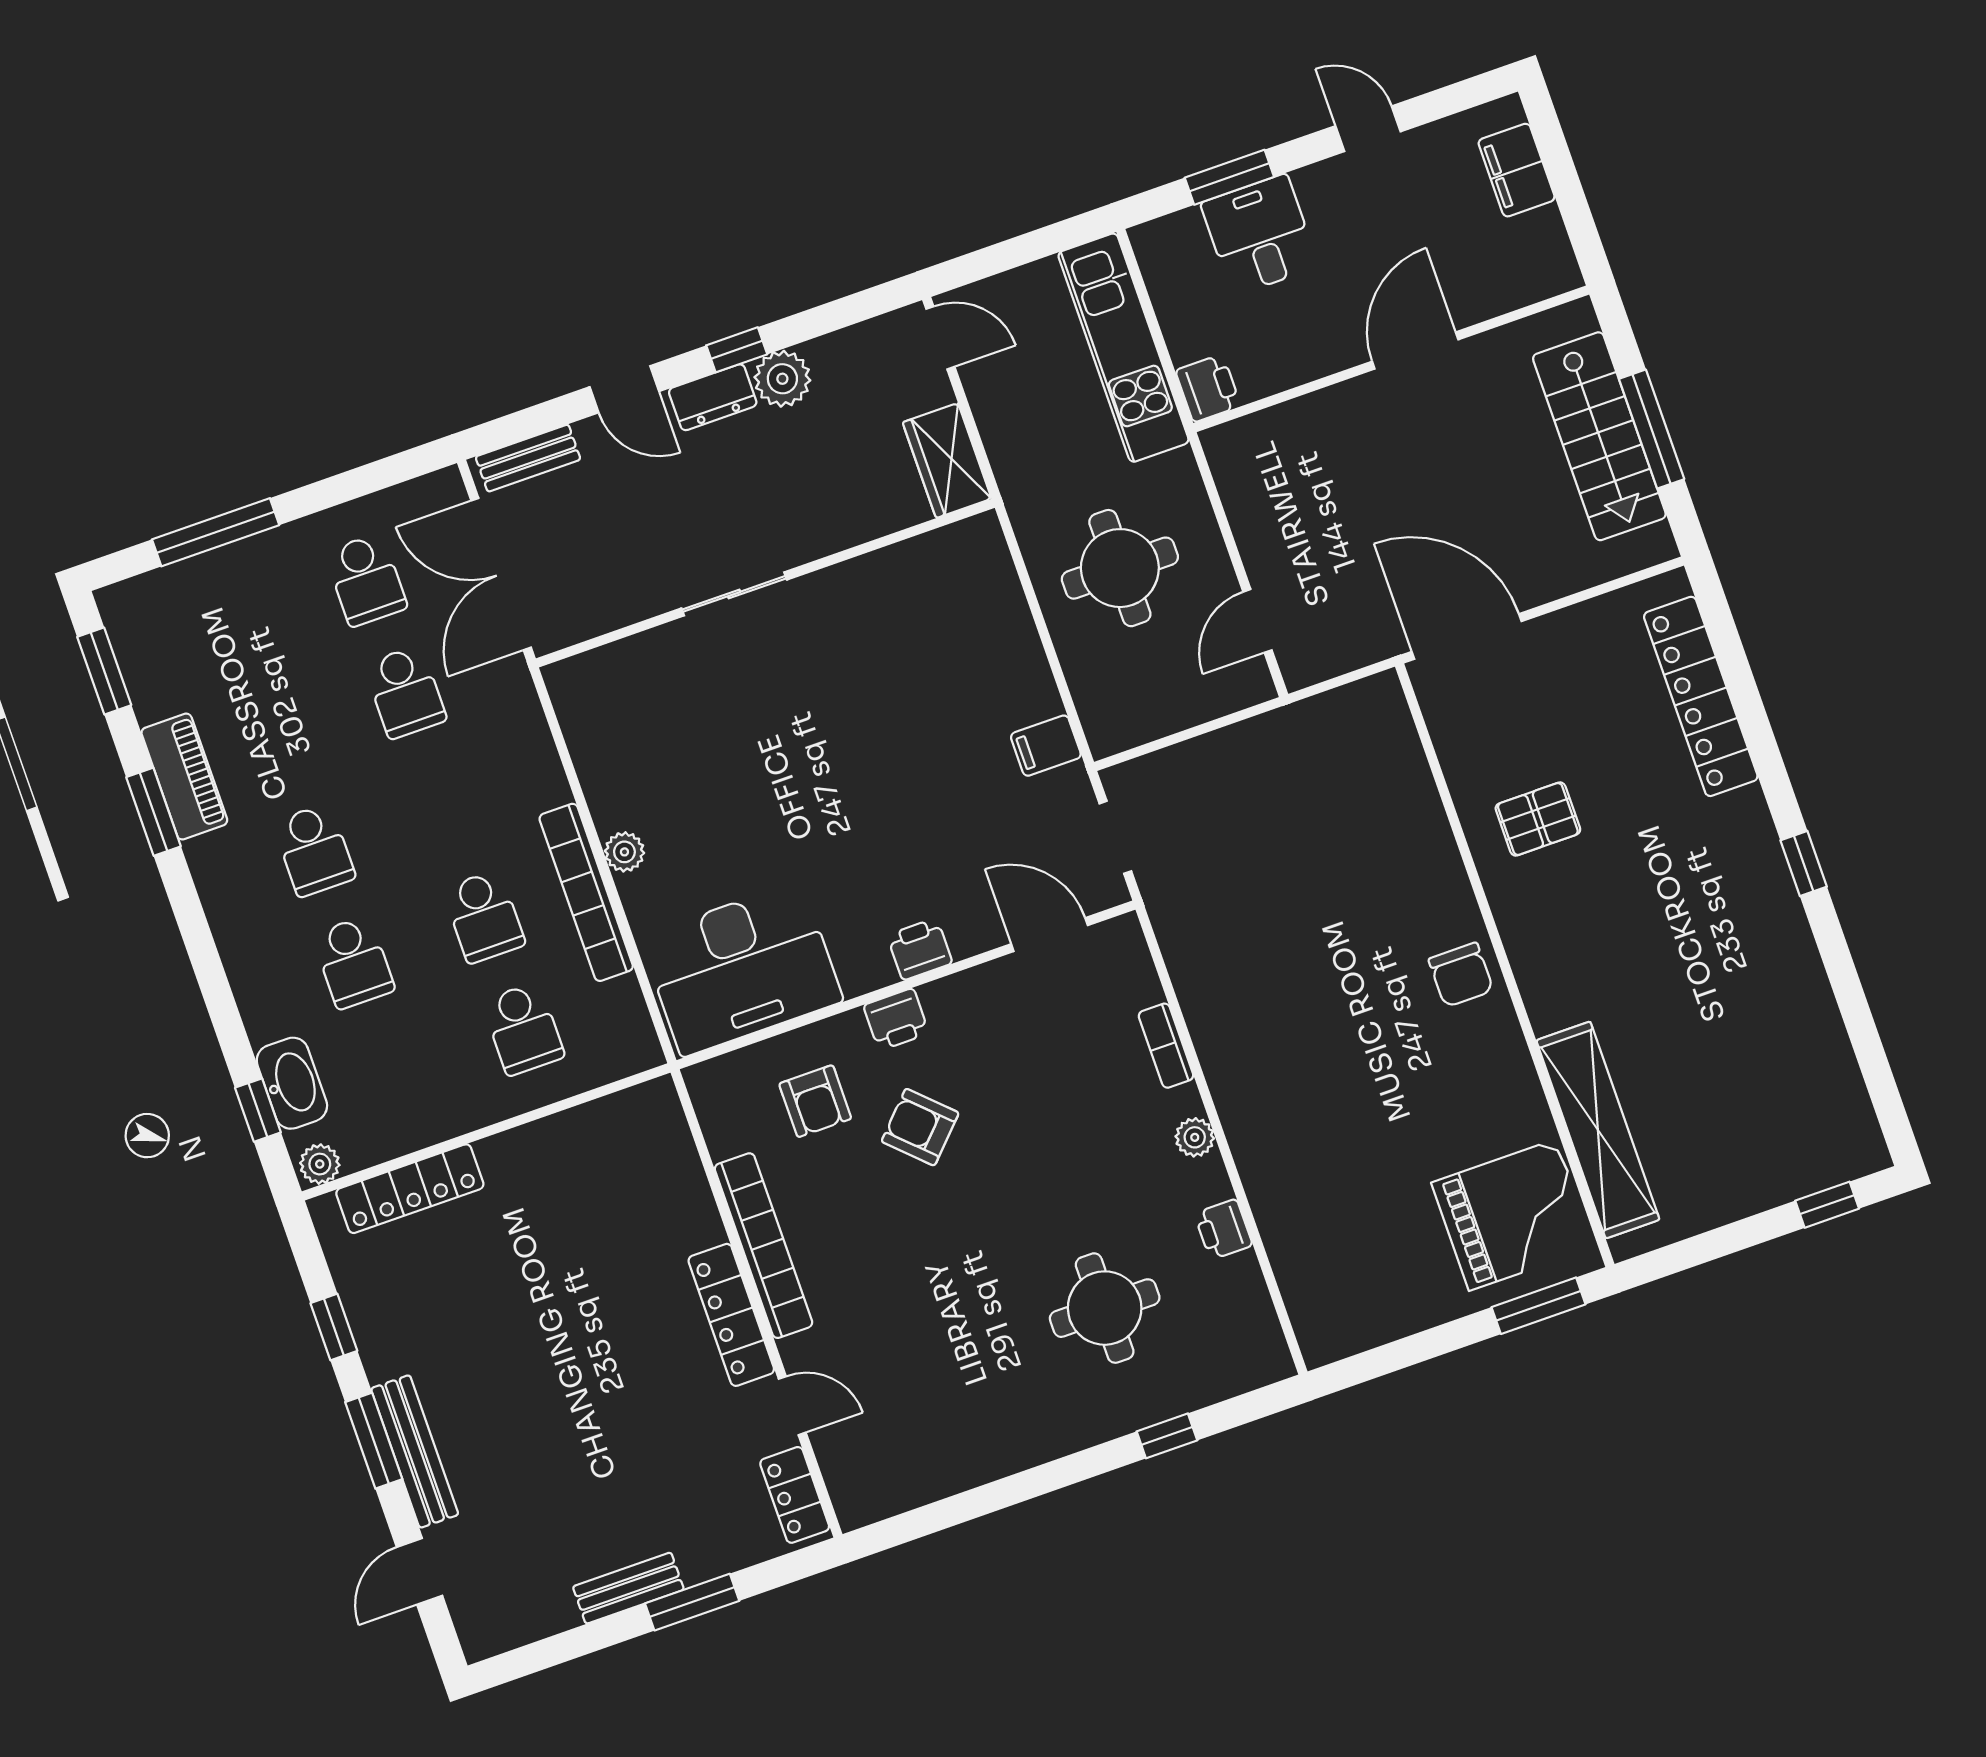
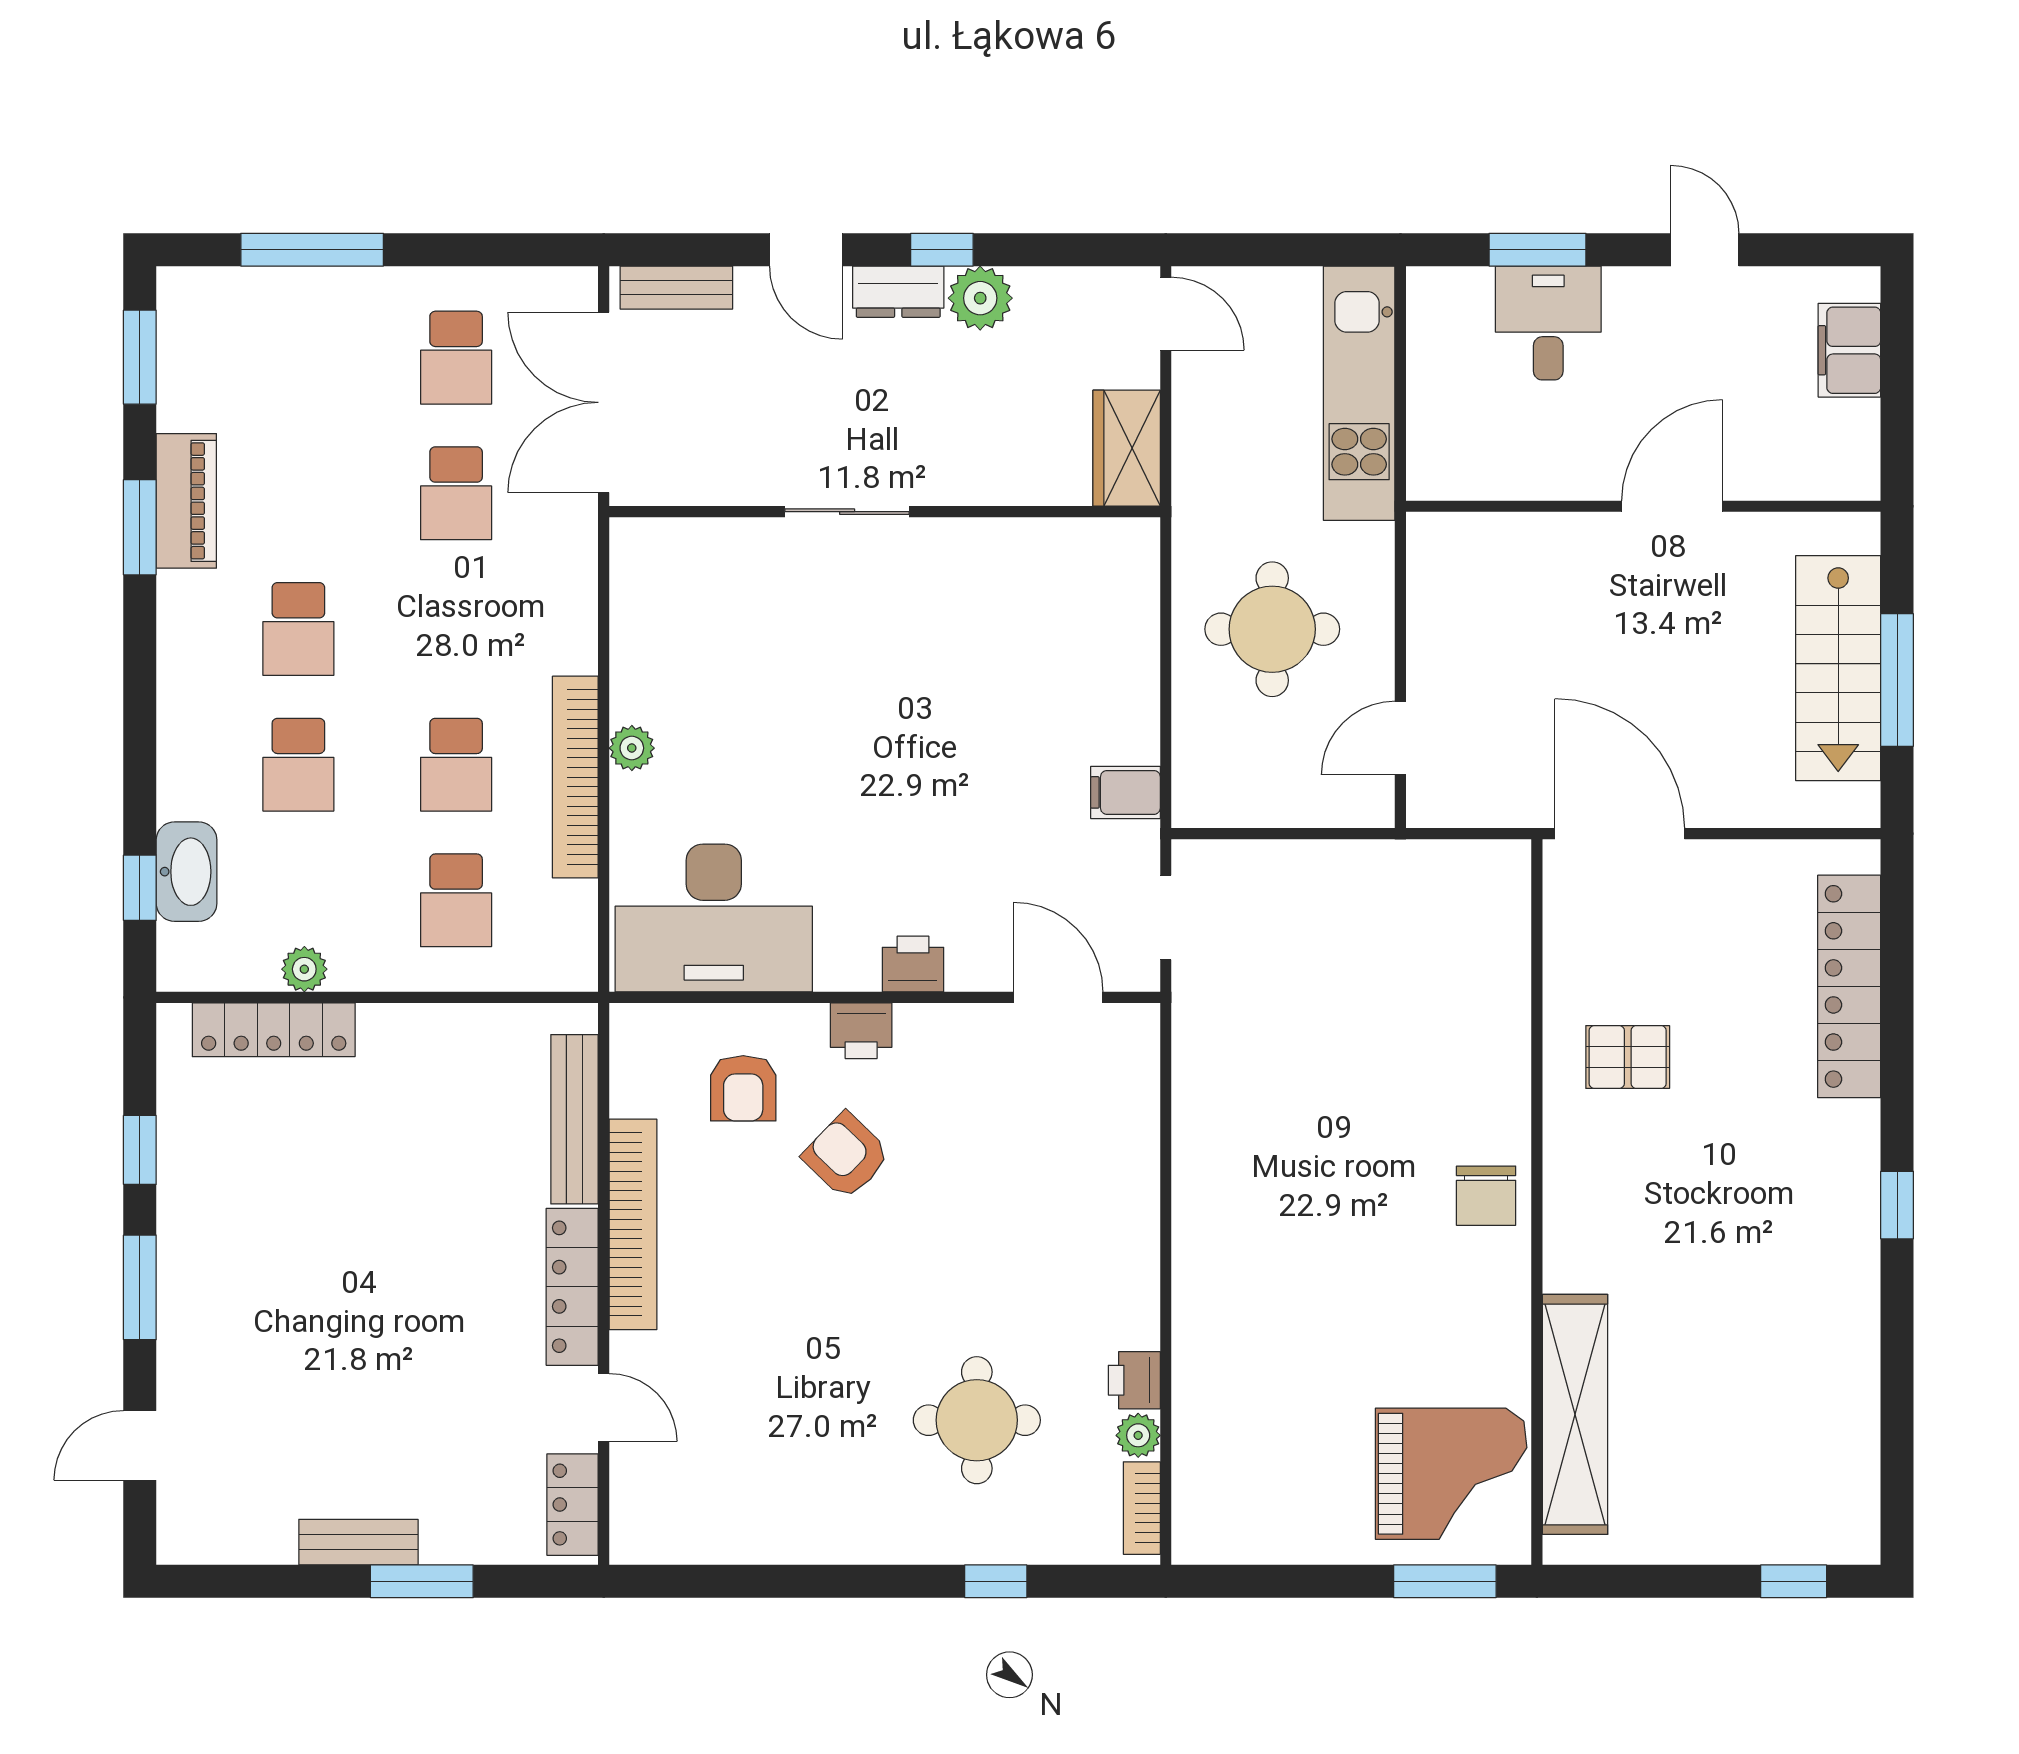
printer: (1208, 388) -> (1435, 469), removed
bookcase: (1166, 1046) -> (1142, 1508), moved
plant: (1195, 1137) -> (1138, 1435), moved
plant: (320, 1164) -> (304, 969), moved
bench: (415, 1451) -> (575, 1119), moved

